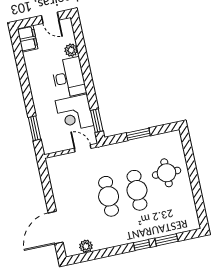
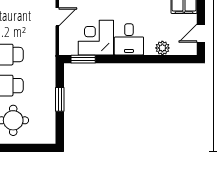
desk: (69, 78) -> (129, 39), width x0.73
door: (83, 148) -> (57, 17), moved

